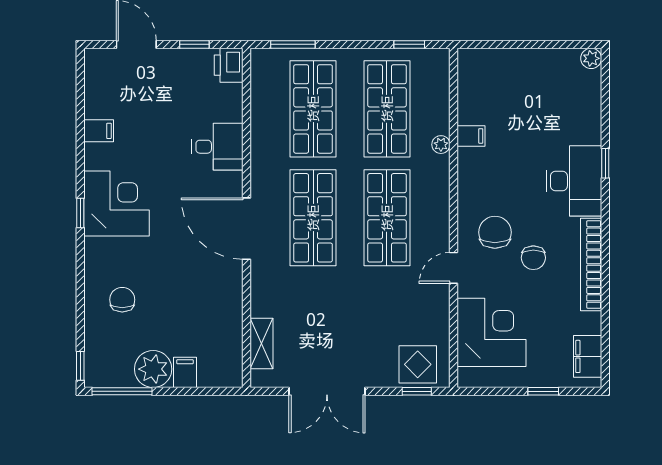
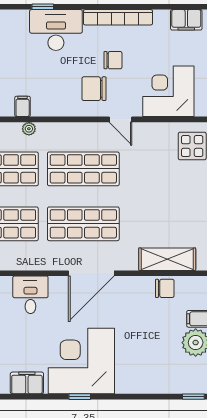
filing cabinet: (99, 131) -> (27, 383), width x2.00
corner desk: (116, 203) -> (81, 361), width x1.36, depth x1.36
chair: (122, 300) -> (165, 288), moved, turned 180
shelving: (262, 343) -> (167, 259), width x1.50, depth x1.33

